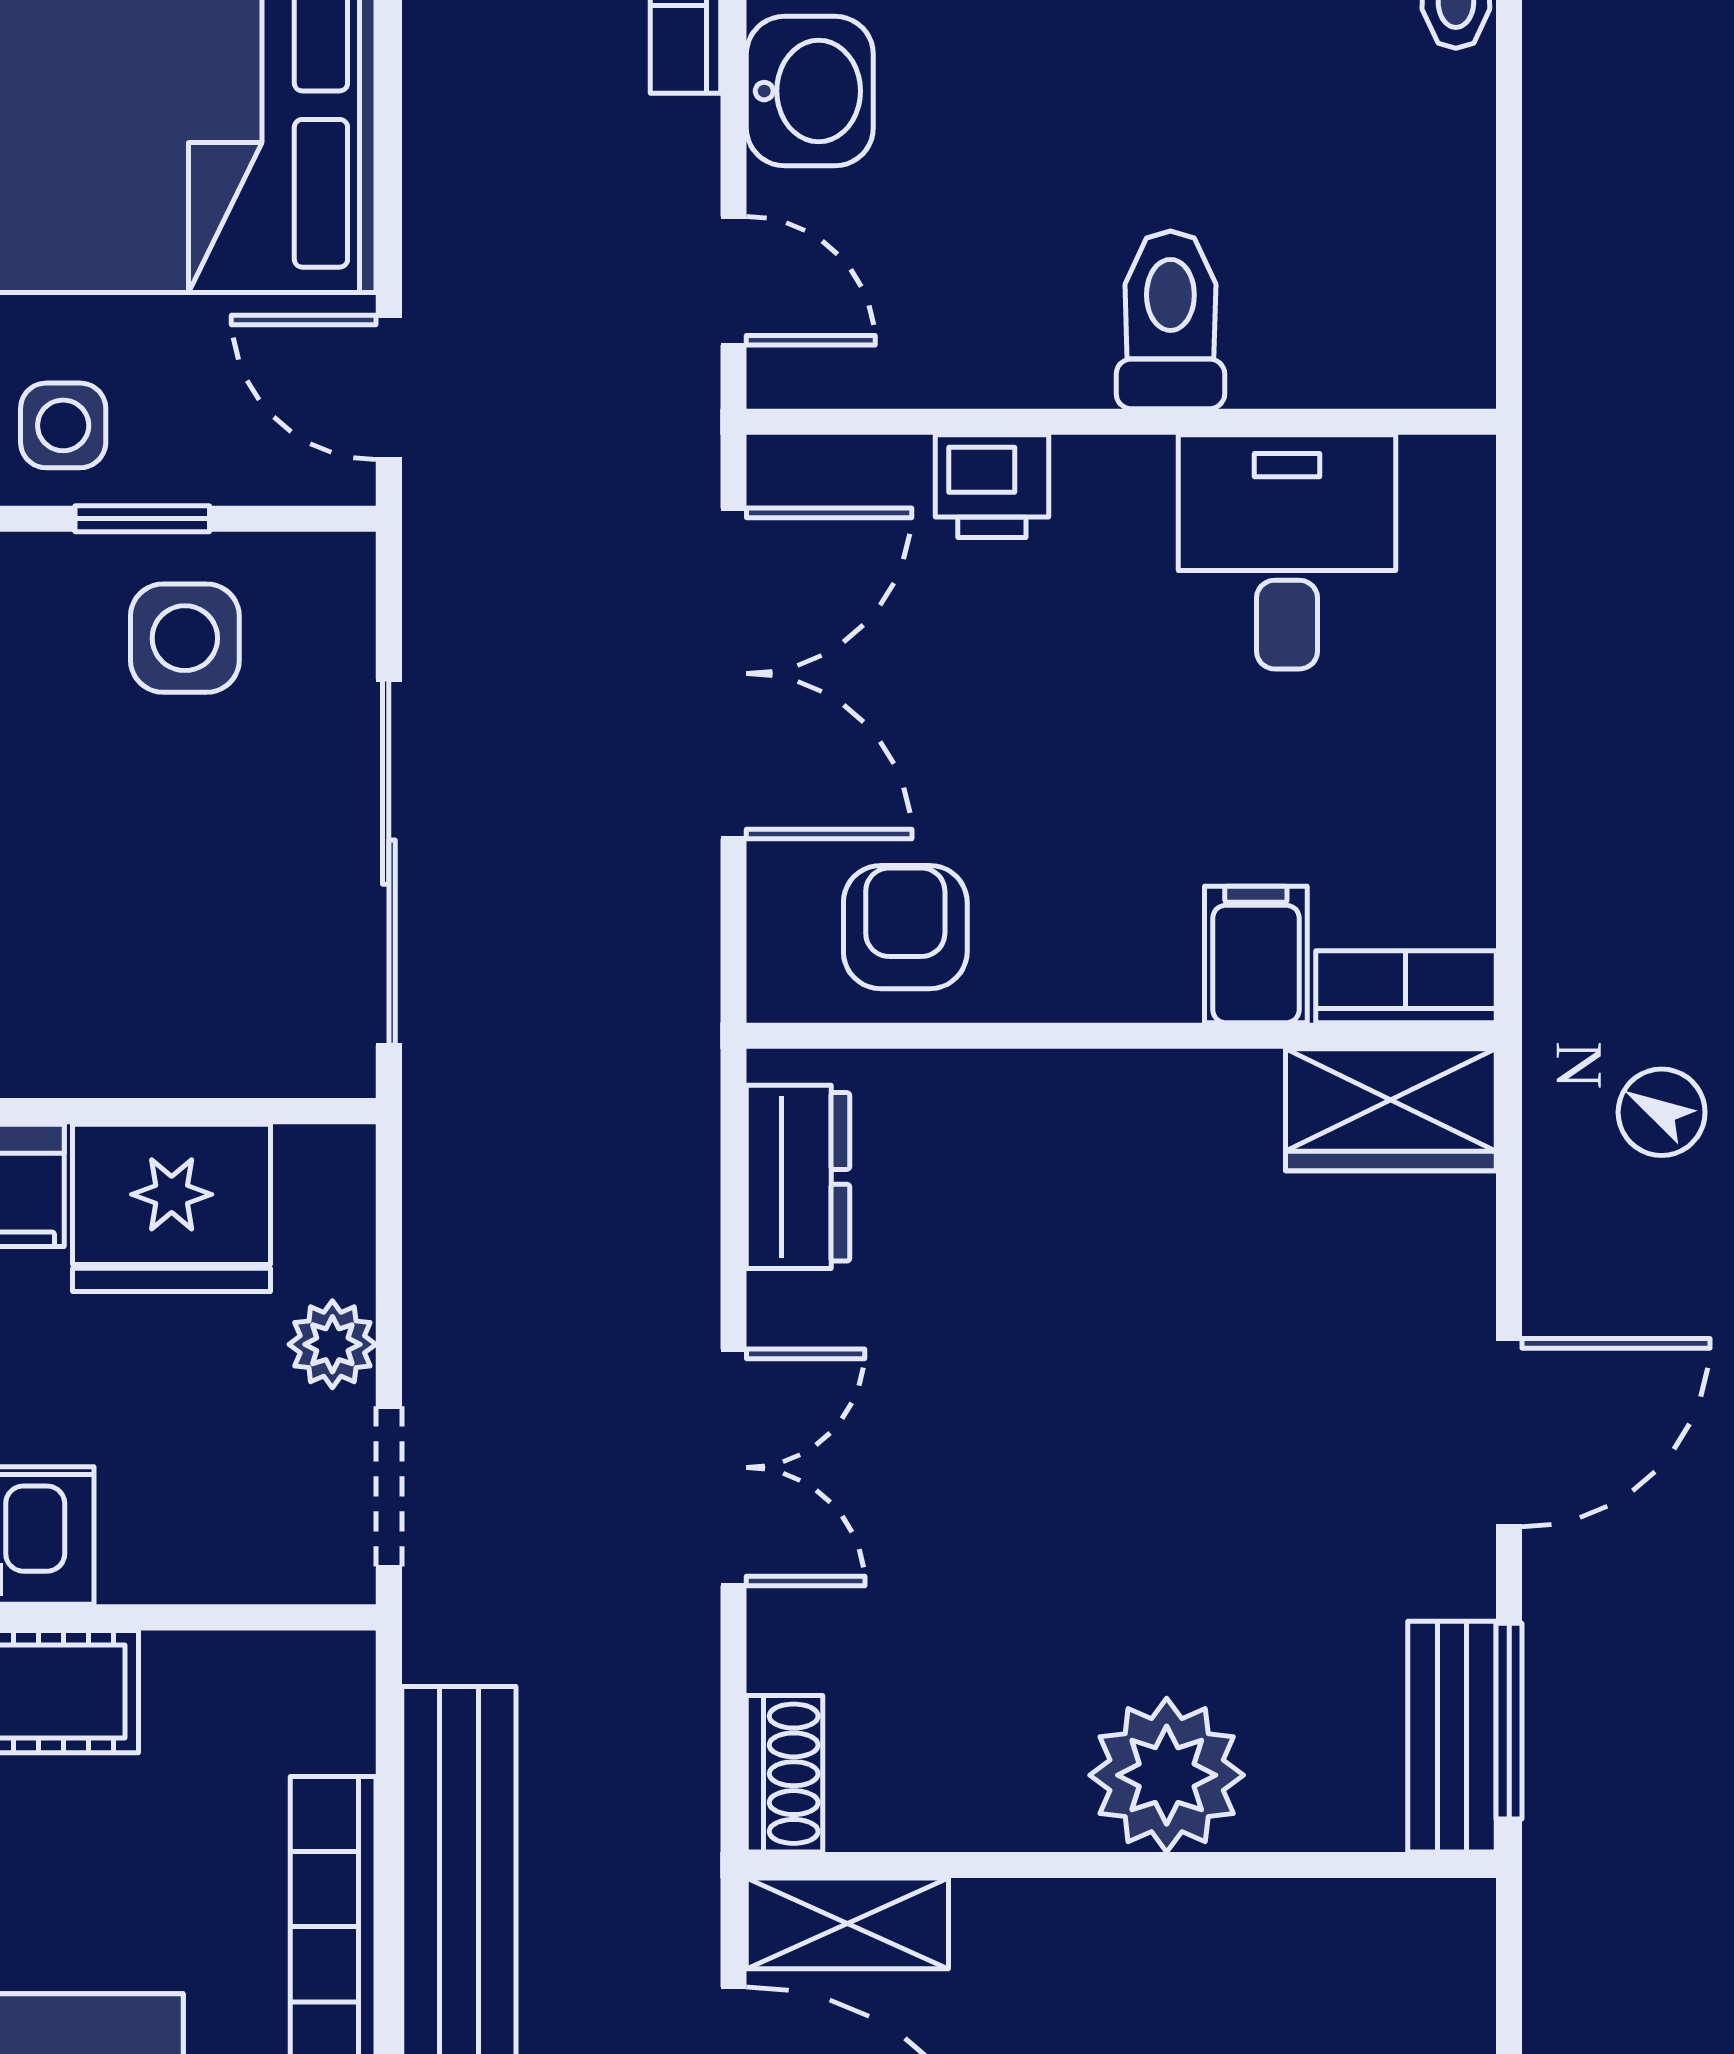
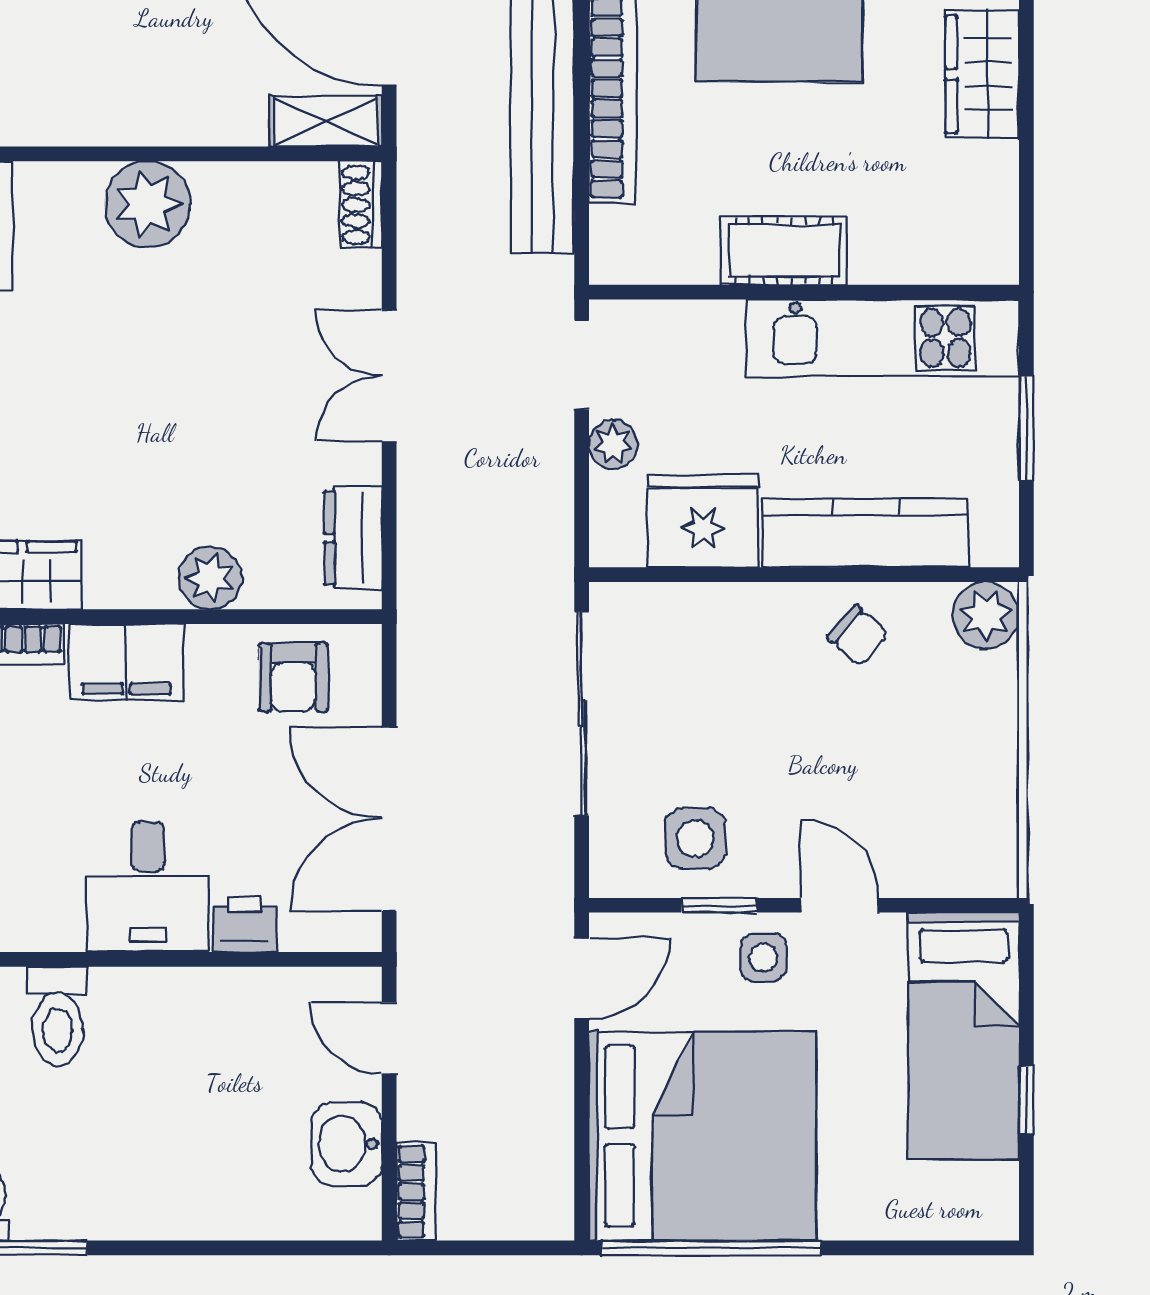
toilet: (1170, 320) -> (58, 1016), moved
door: (389, 387) -> (582, 979), hinge flipped
desk: (1287, 552) -> (148, 887), moved
filing cabinet: (1256, 954) -> (126, 662), width x2.00
plant: (1054, 1105) -> (210, 578), added

